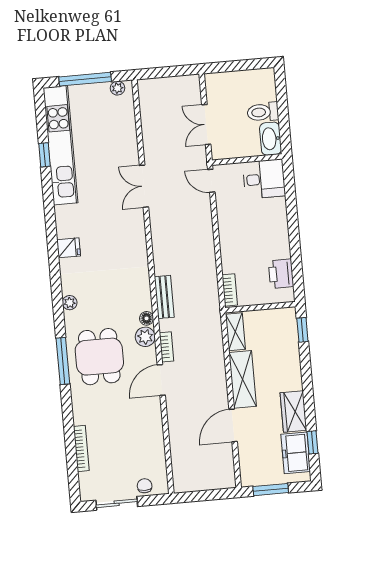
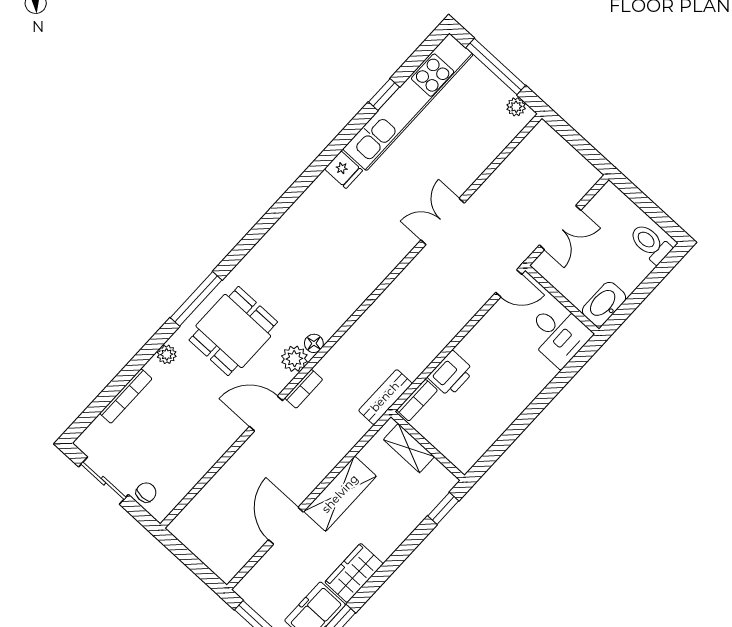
toilet: (263, 112) -> (650, 243), moved
double door: (206, 125) -> (560, 228), swing flipped
door: (211, 181) -> (509, 283), swing flipped
fridge: (69, 248) -> (344, 170), moved
printer: (281, 274) -> (451, 374), moved, turned 180
bench: (164, 297) -> (385, 397), moved
plant: (70, 303) -> (167, 354), moved
shelving: (235, 332) -> (409, 448), moved, turned 90
door: (233, 425) -> (286, 526), hinge flipped

